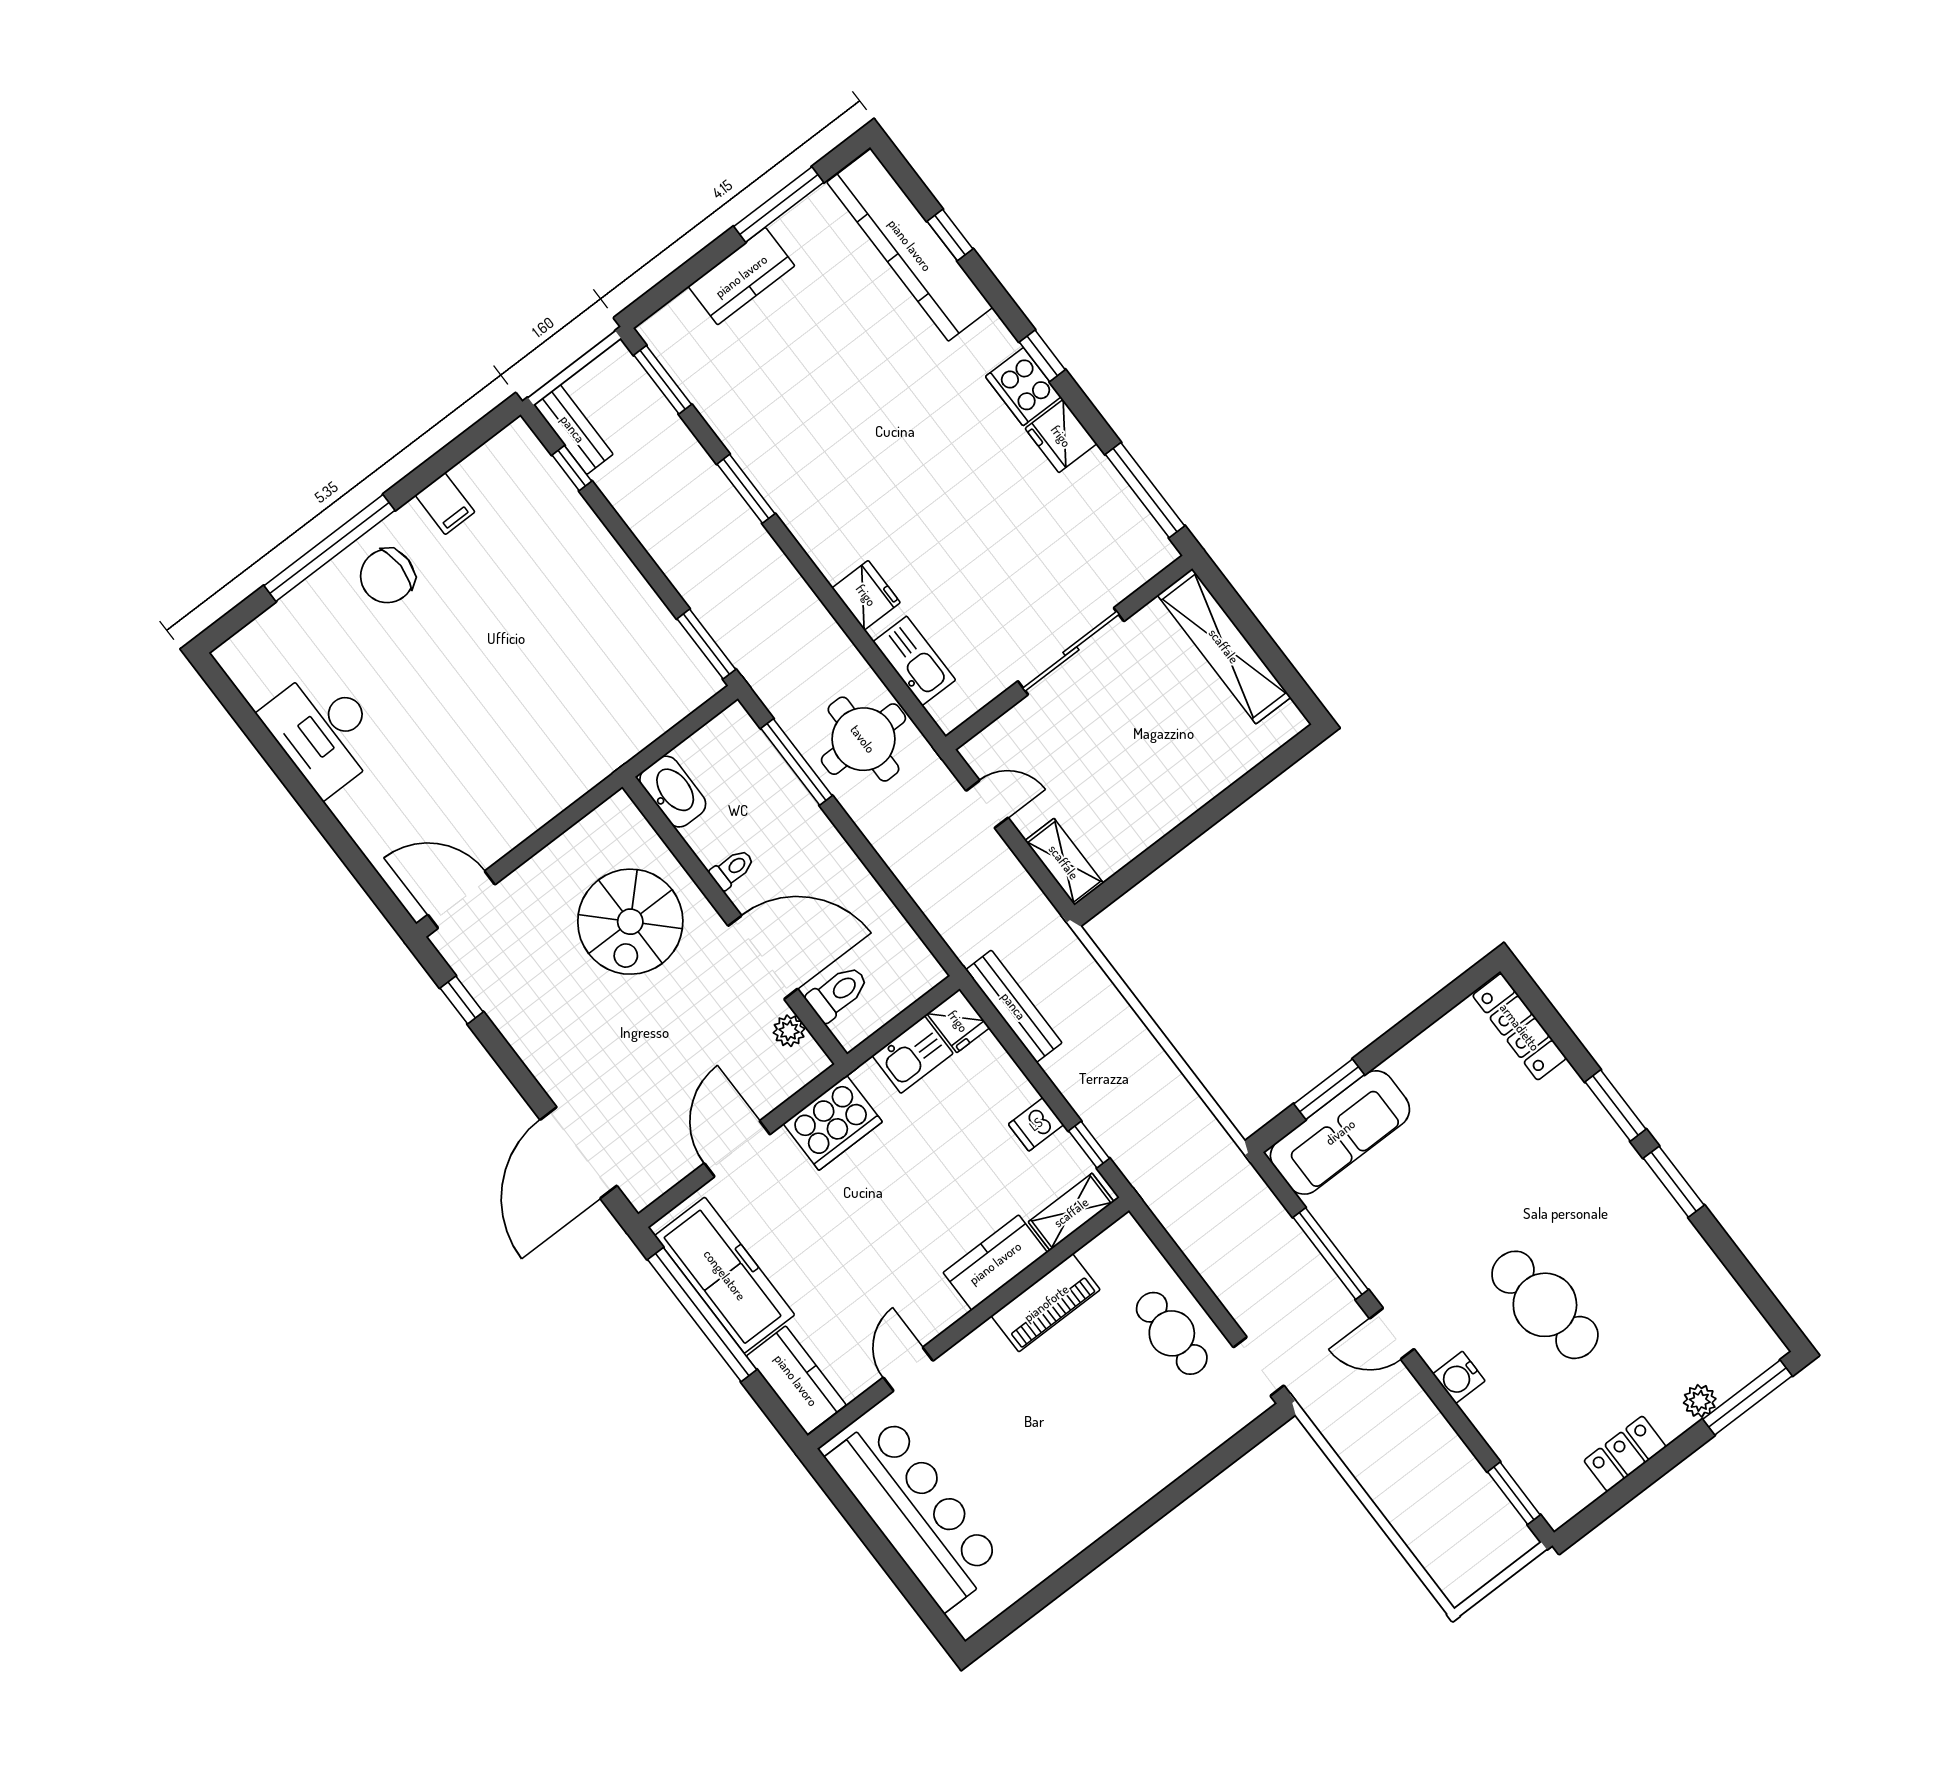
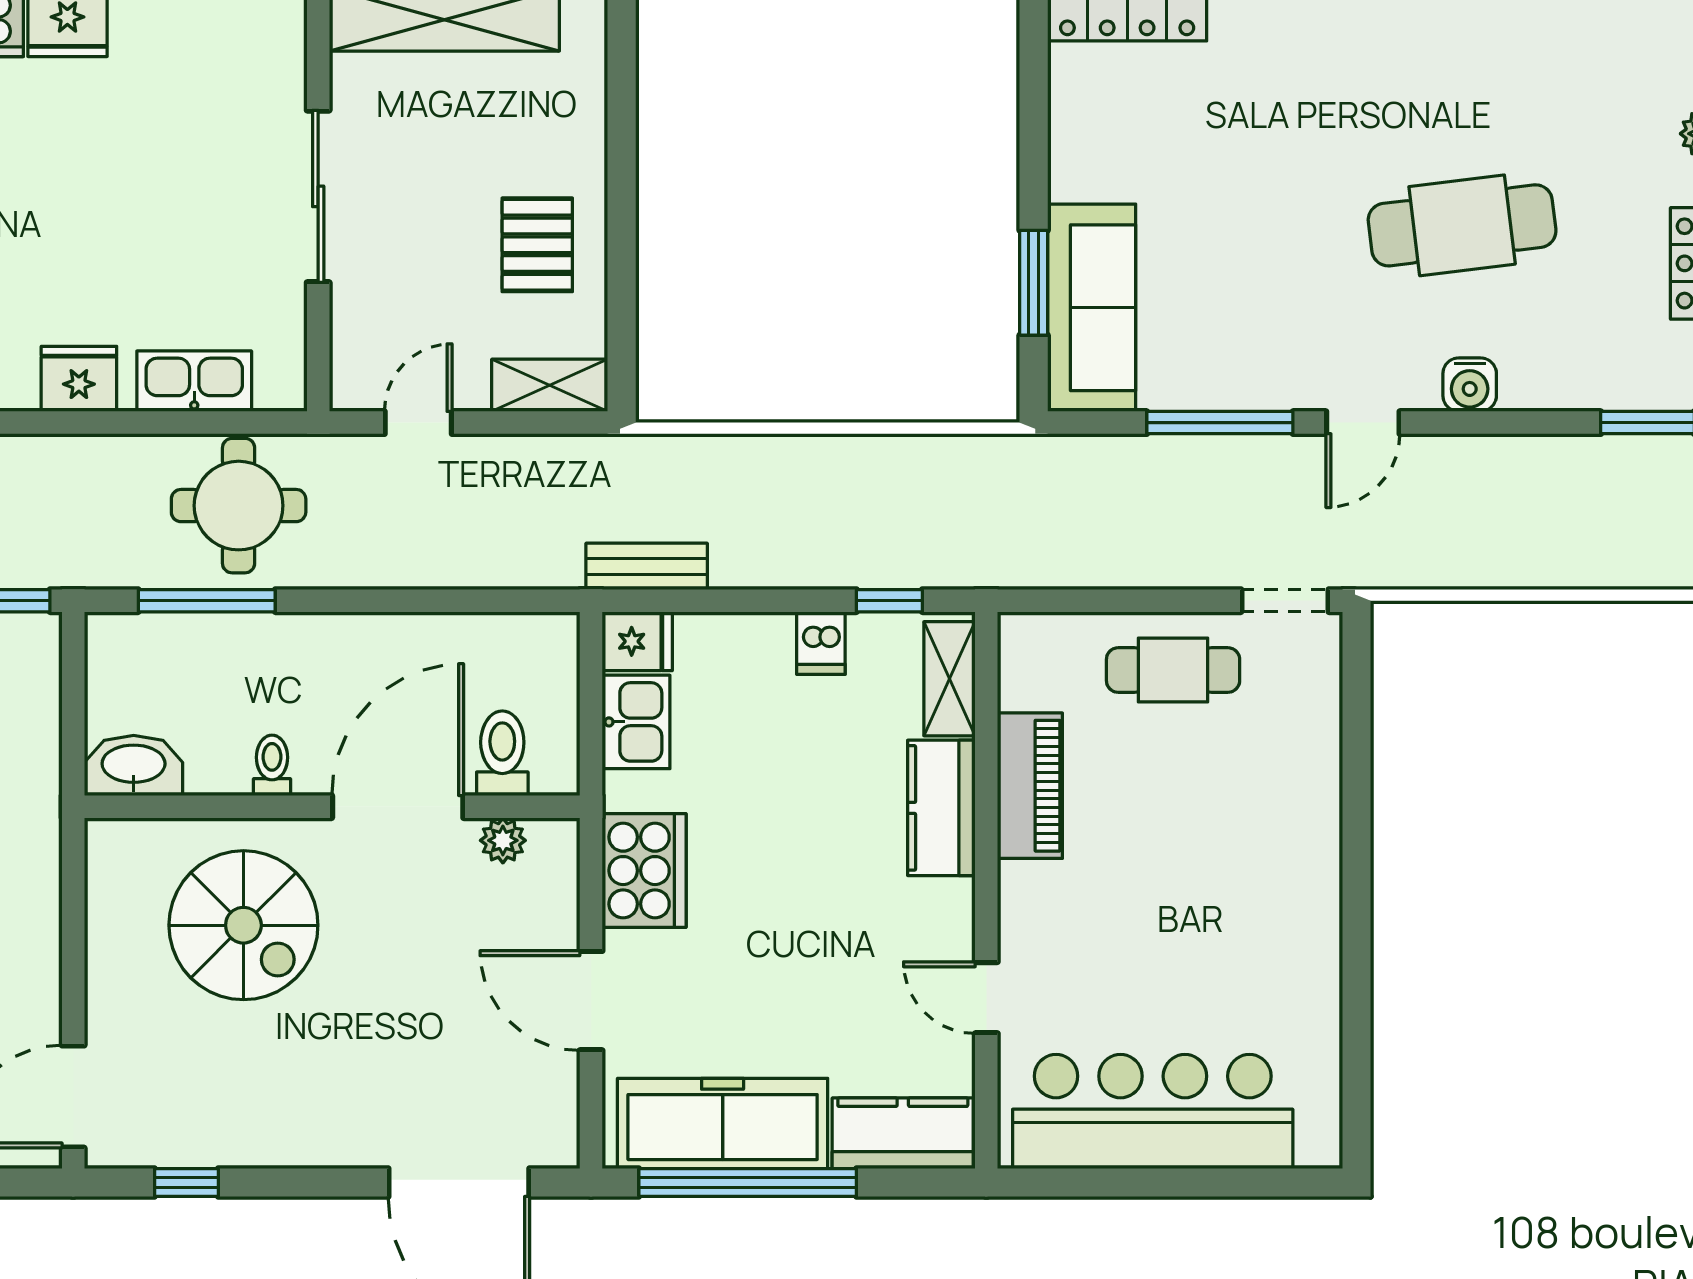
pallet: (1138, 795) -> (537, 245), added
bench: (1014, 1006) -> (647, 566), width x0.73

